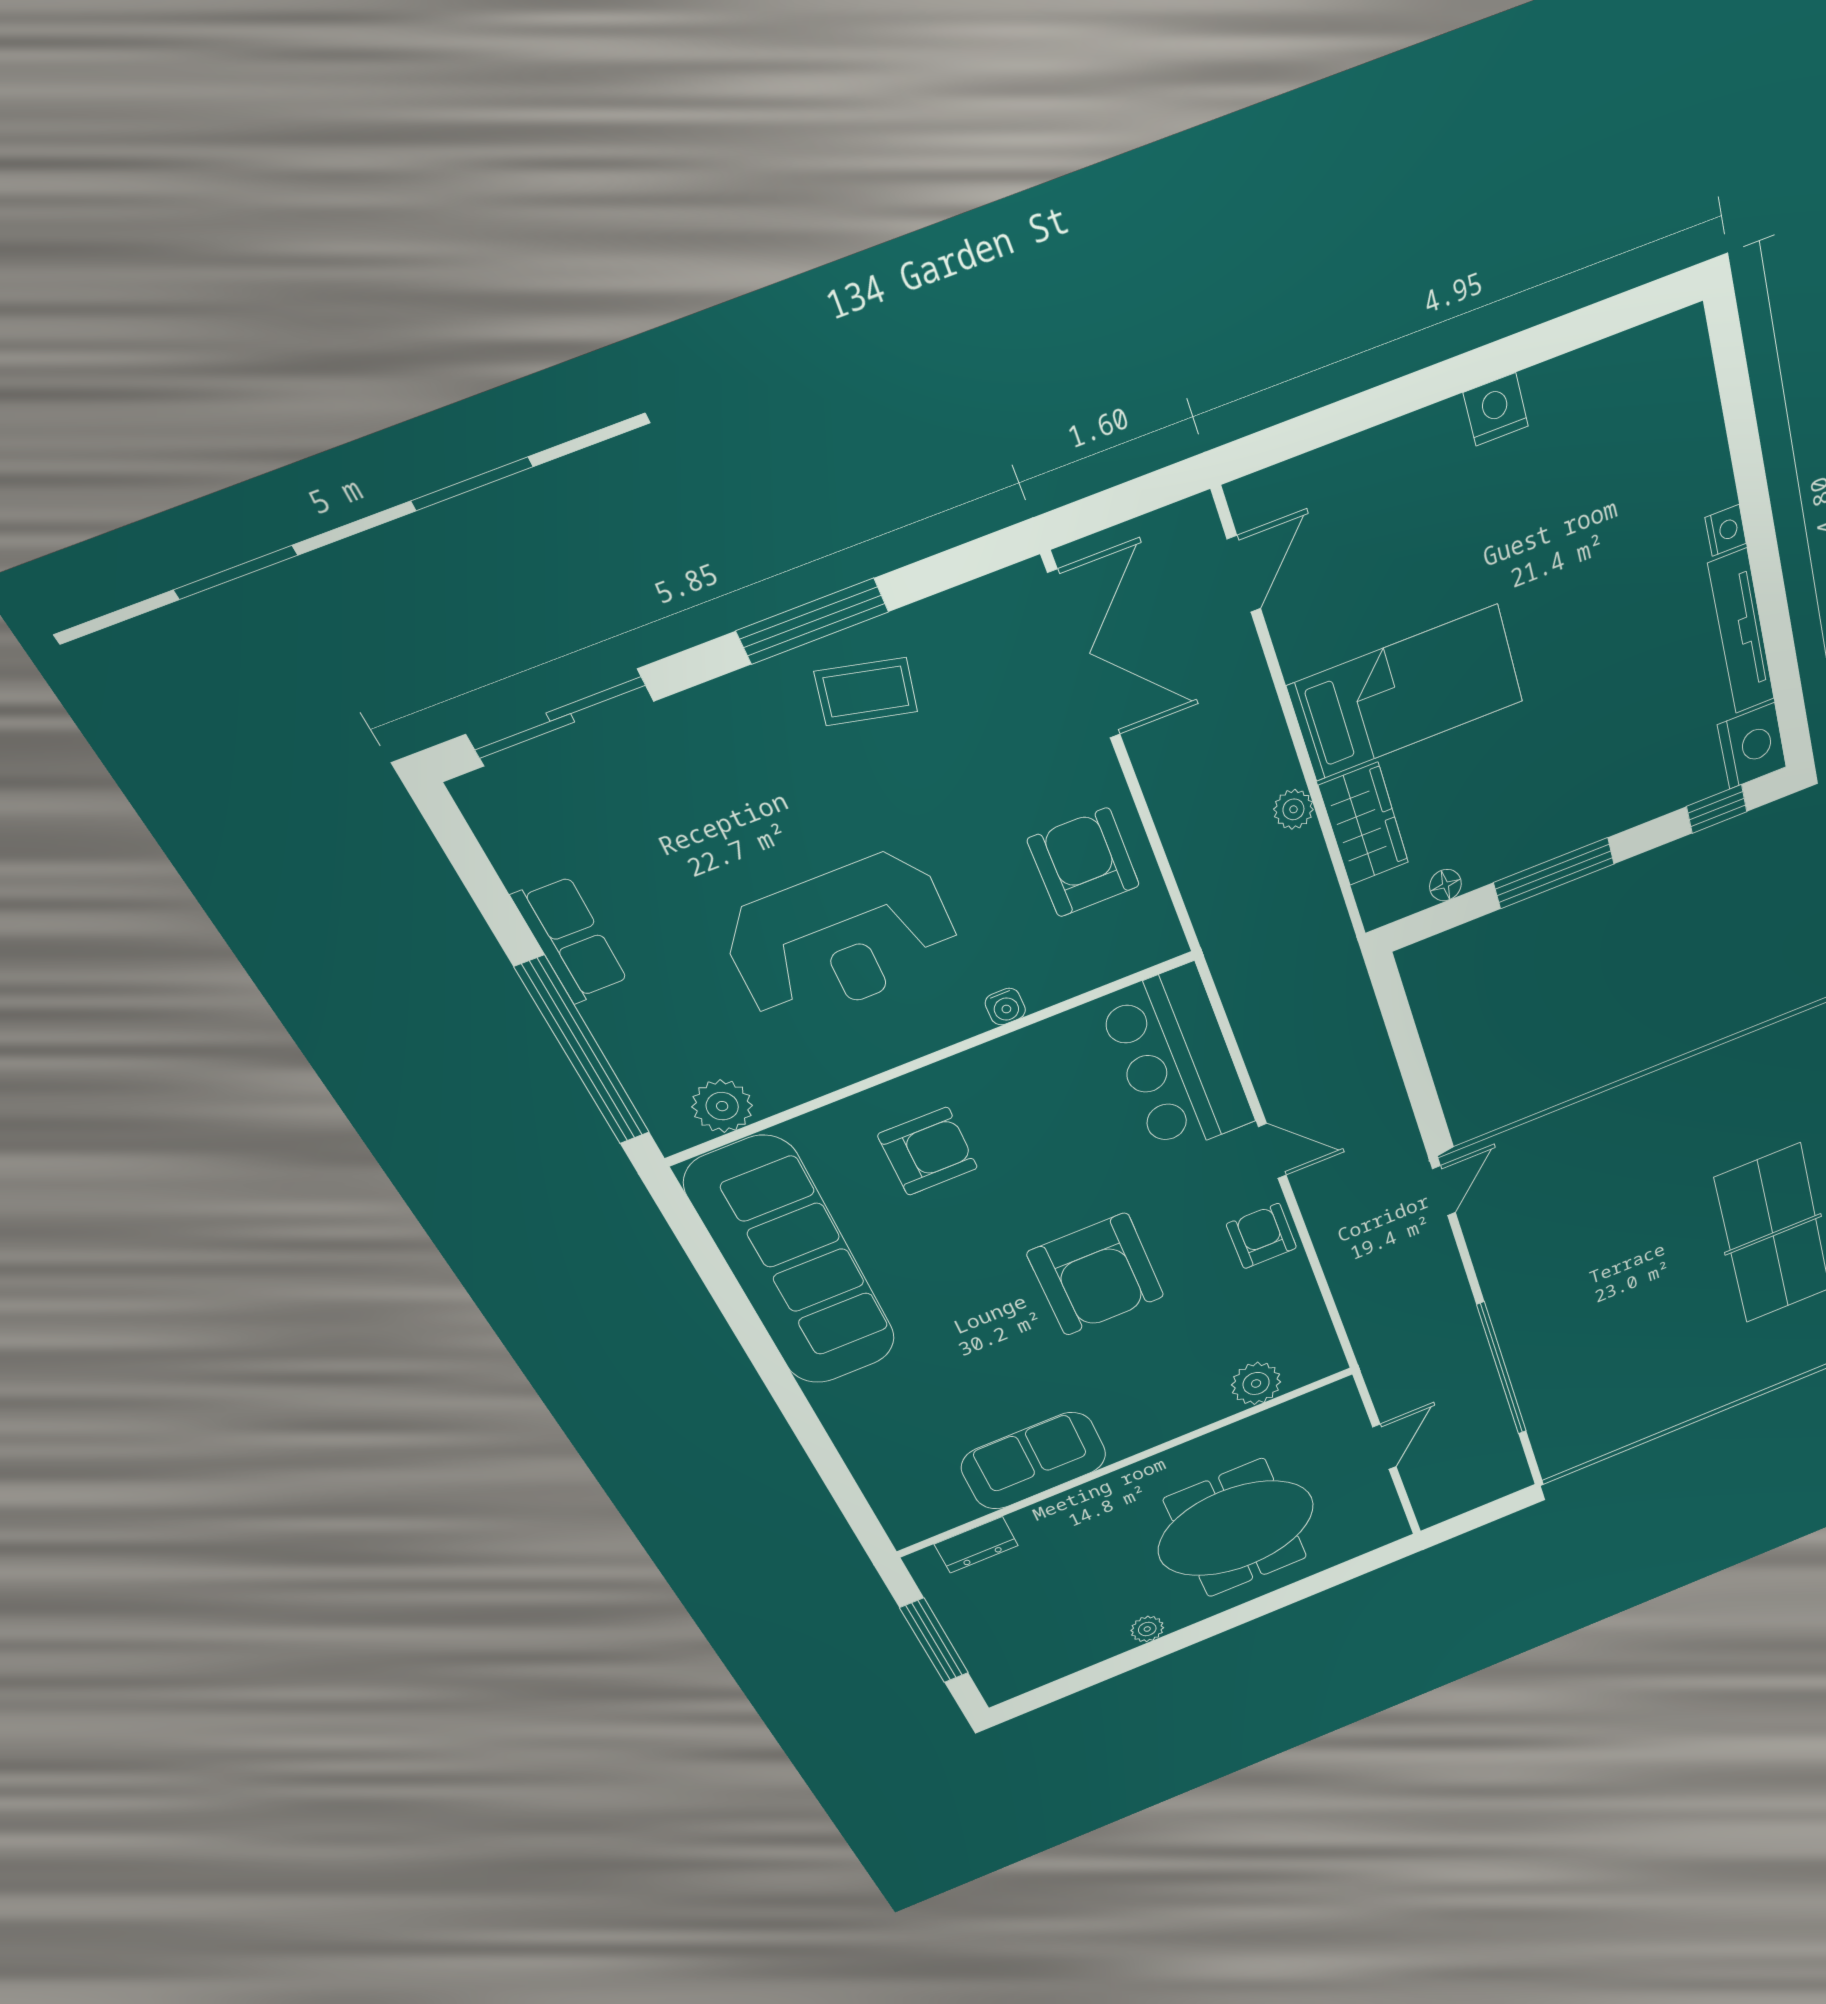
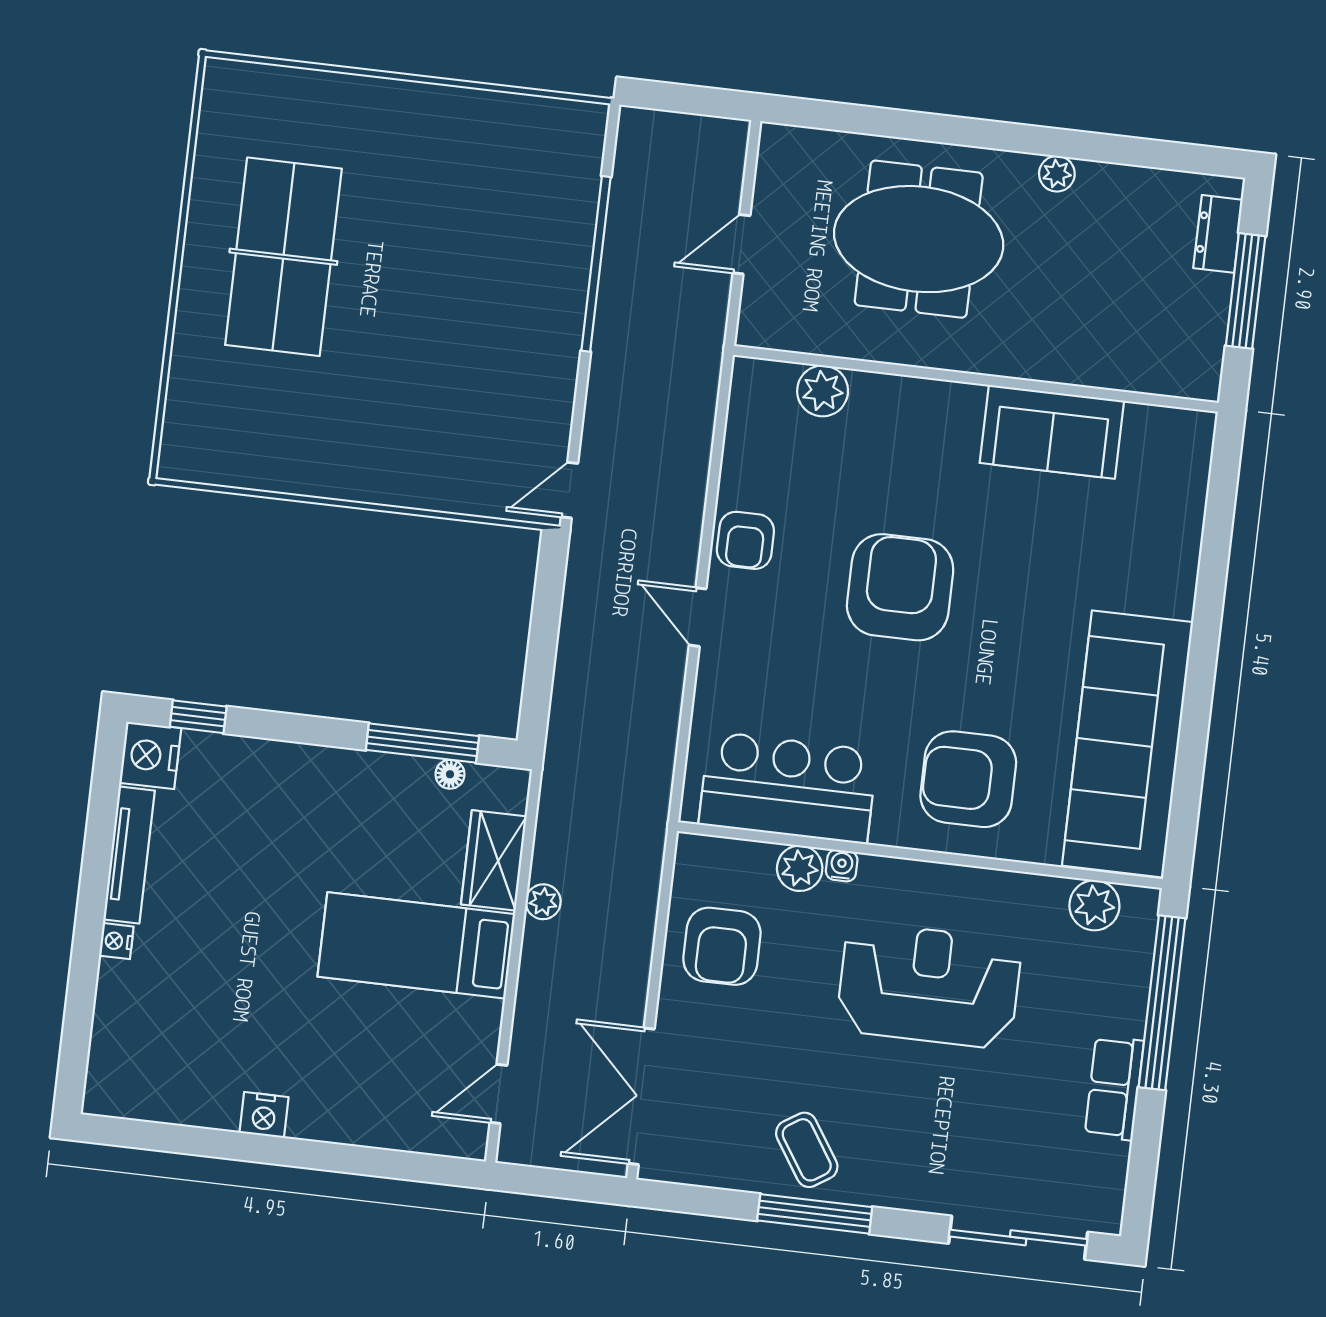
coffee table: (866, 692) -> (807, 1150), turned 45
window: (1554, 873) -> (422, 743), moved
plant: (1047, 981) -> (800, 868), added
bar counter: (1177, 1062) -> (788, 788), moved, turned -90
armchair: (928, 1151) -> (968, 779), width x1.36, depth x1.36
dresser: (976, 1545) -> (1218, 234), moved, turned -90

